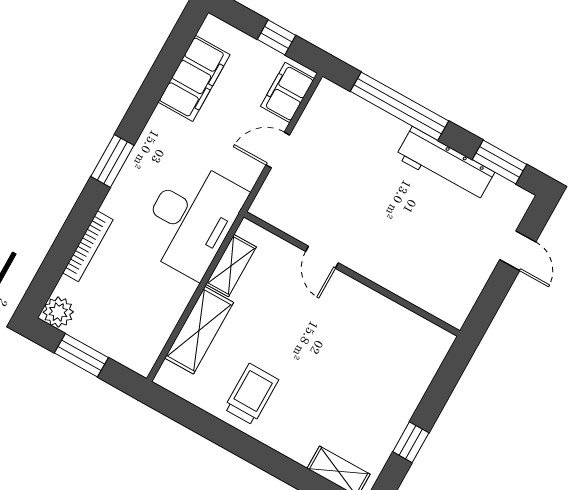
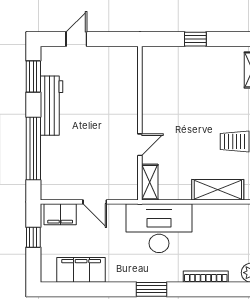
shelving: (231, 266) -> (150, 182), moved, turned 90
window: (411, 442) -> (195, 39), moved

